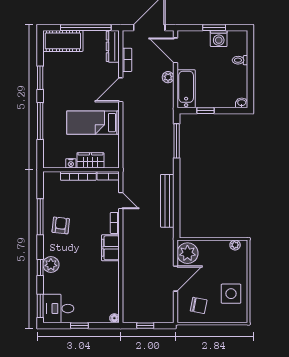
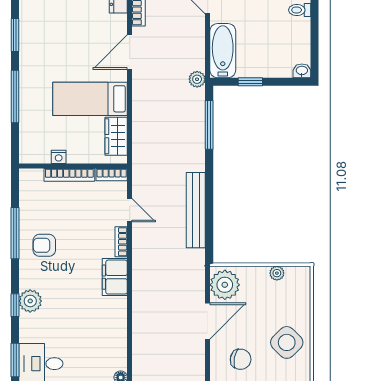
plant: (168, 77) -> (197, 79), moved
wardrobe: (90, 160) -> (116, 136), moved, turned -90
armchair: (61, 225) -> (44, 245), turned -96
plant: (235, 245) -> (277, 273), moved
side table: (231, 294) -> (287, 342), turned 45

